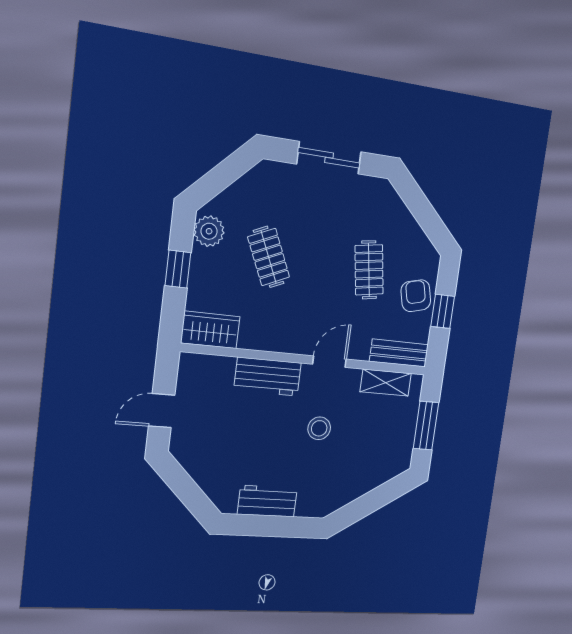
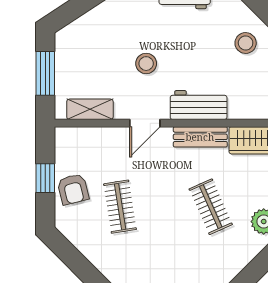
bench: (399, 353) -> (200, 137), moved
stool: (205, 444) -> (246, 43), added

